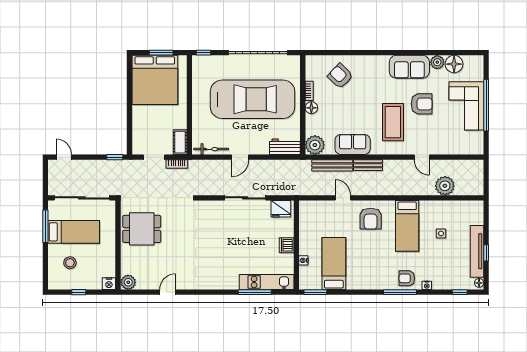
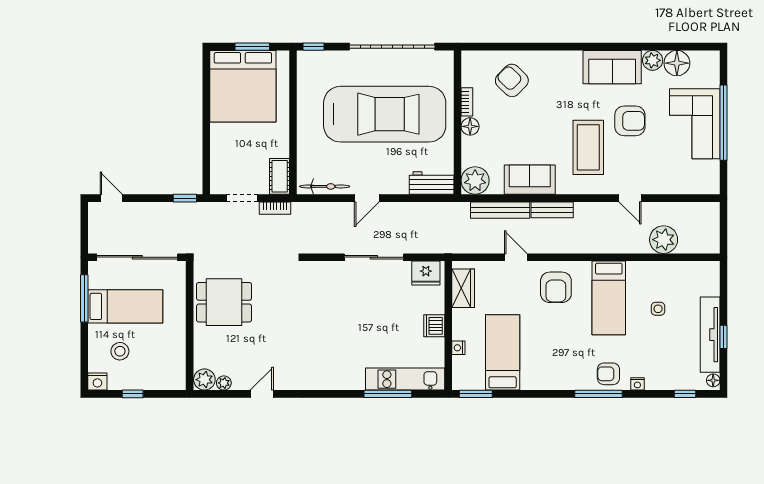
wardrobe: (307, 219) -> (463, 288), added
nightstand: (109, 284) -> (97, 382), moved
plant: (142, 285) -> (224, 383), added

